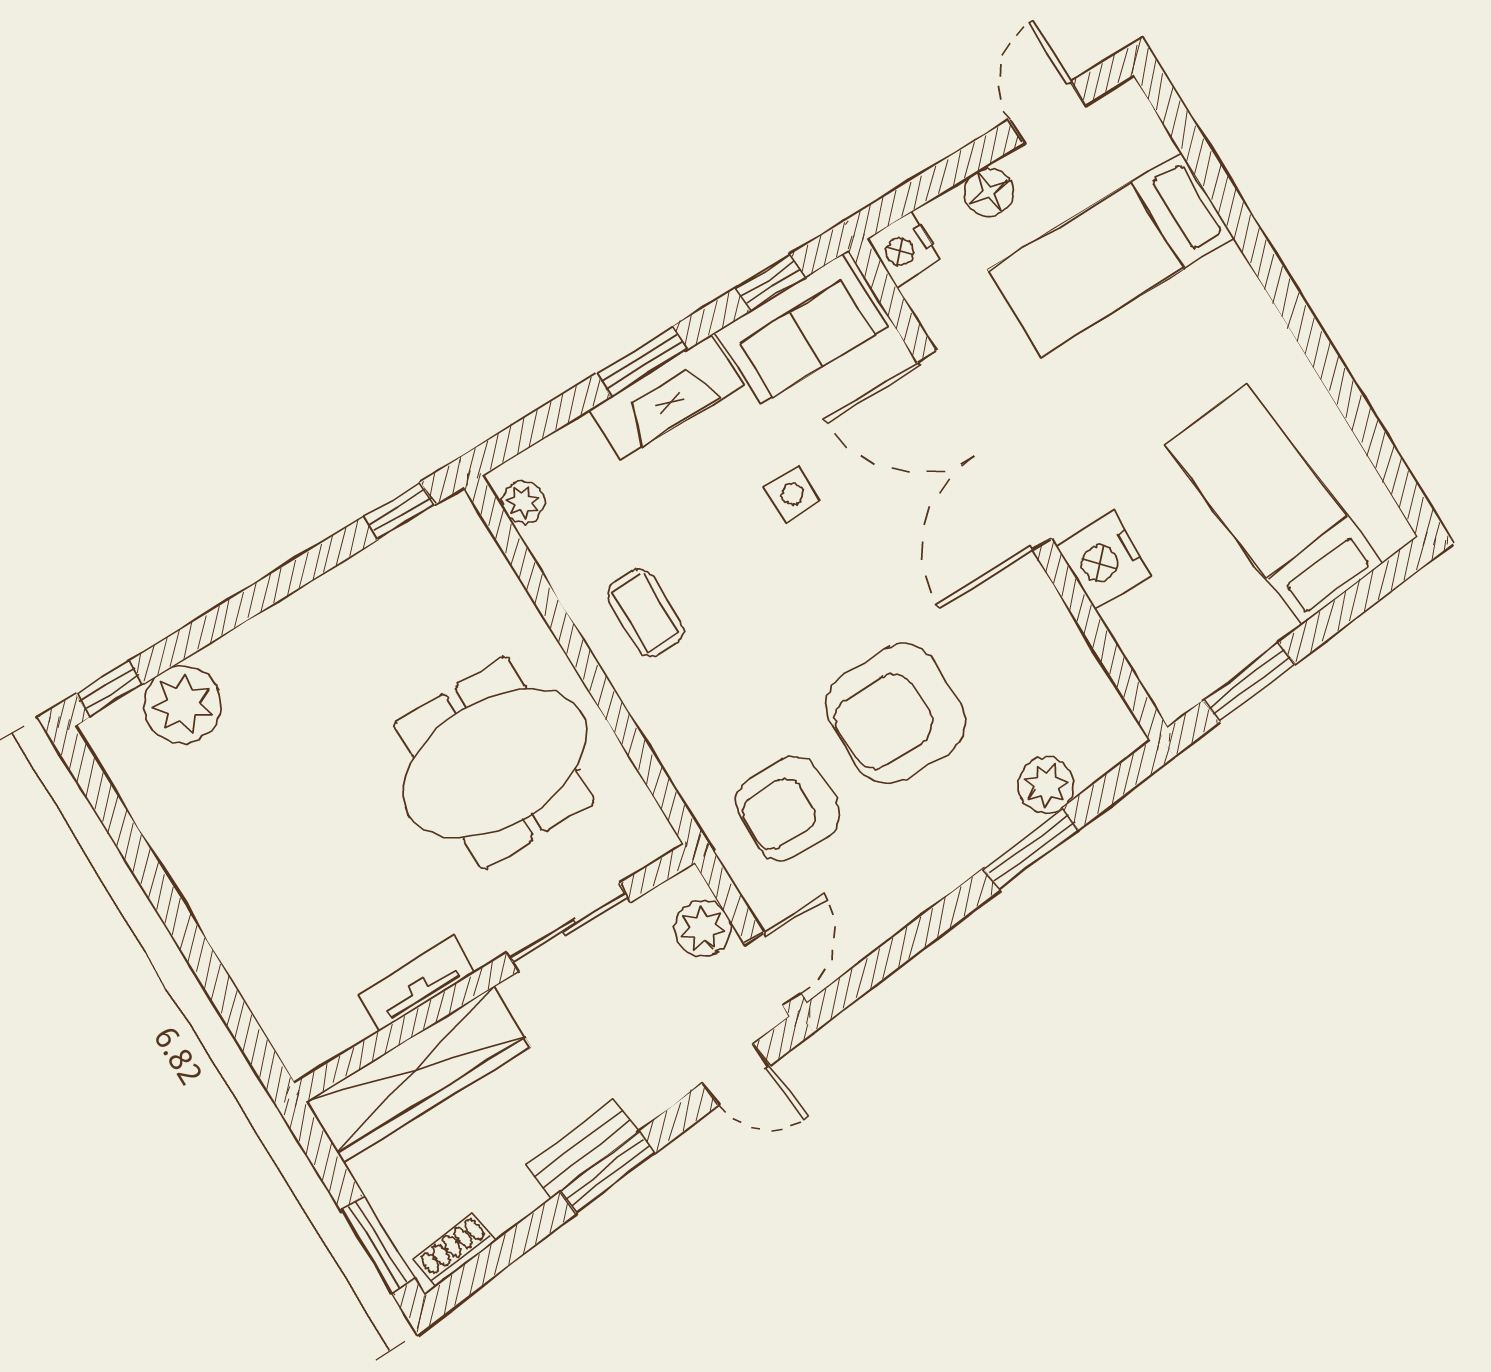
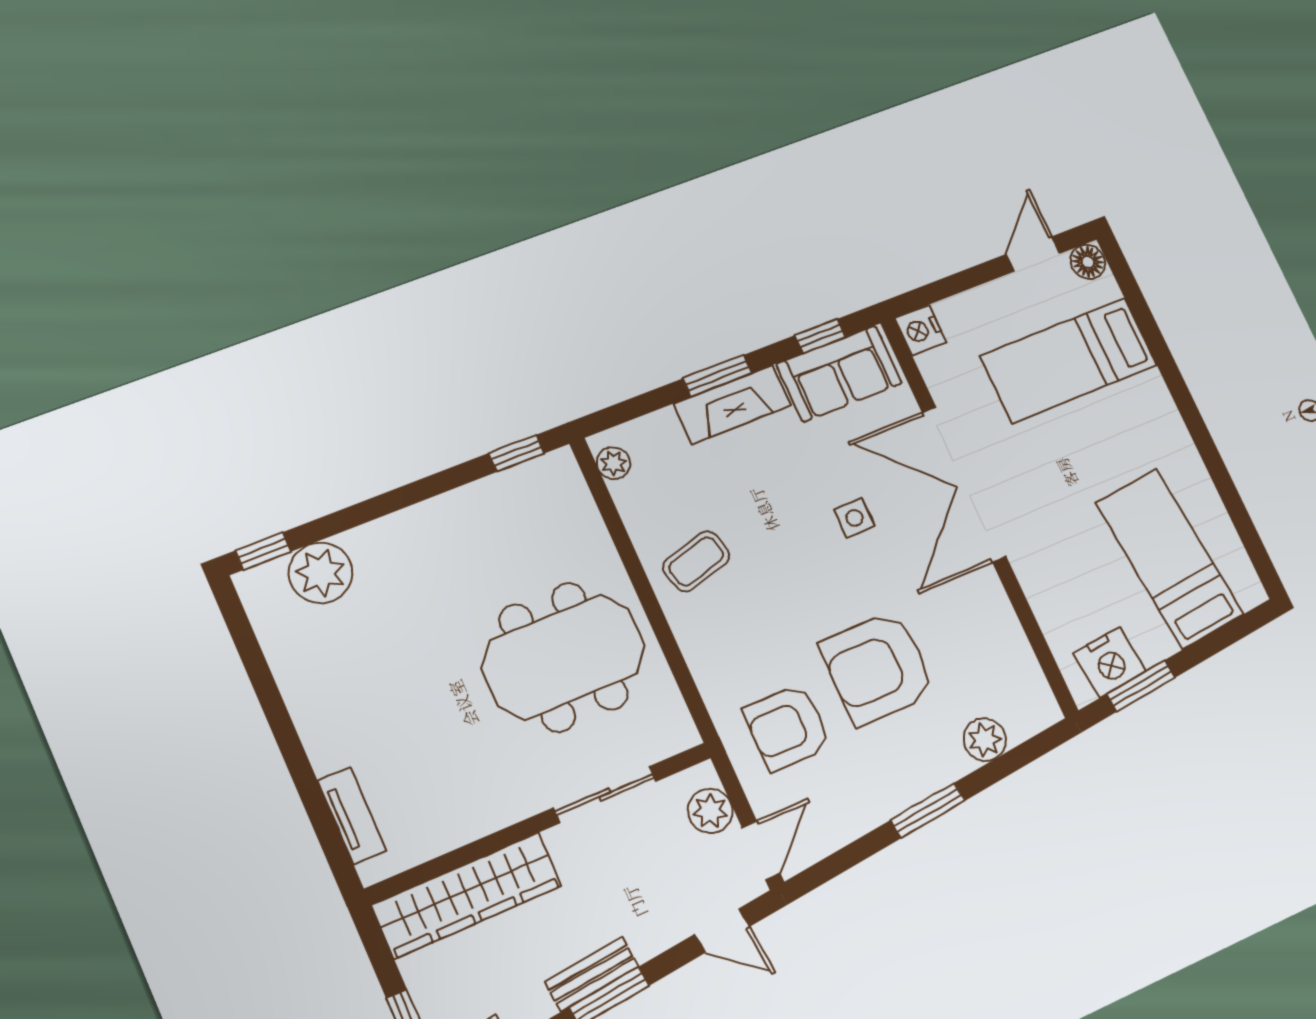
floor lamp: (989, 192) -> (1088, 262), moved
side table: (792, 494) -> (854, 518), moved
nightstand: (1104, 560) -> (1110, 662), moved, turned -96
coffee table: (645, 613) -> (696, 561), turned 75
window: (1031, 849) -> (928, 810), moved
tv unit: (416, 984) -> (352, 816), moved, turned 90

